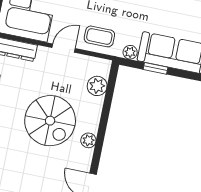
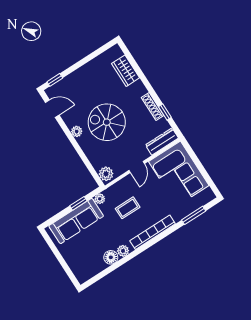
coffee table: (99, 36) -> (128, 208), moved
plant: (97, 86) -> (106, 174), moved

